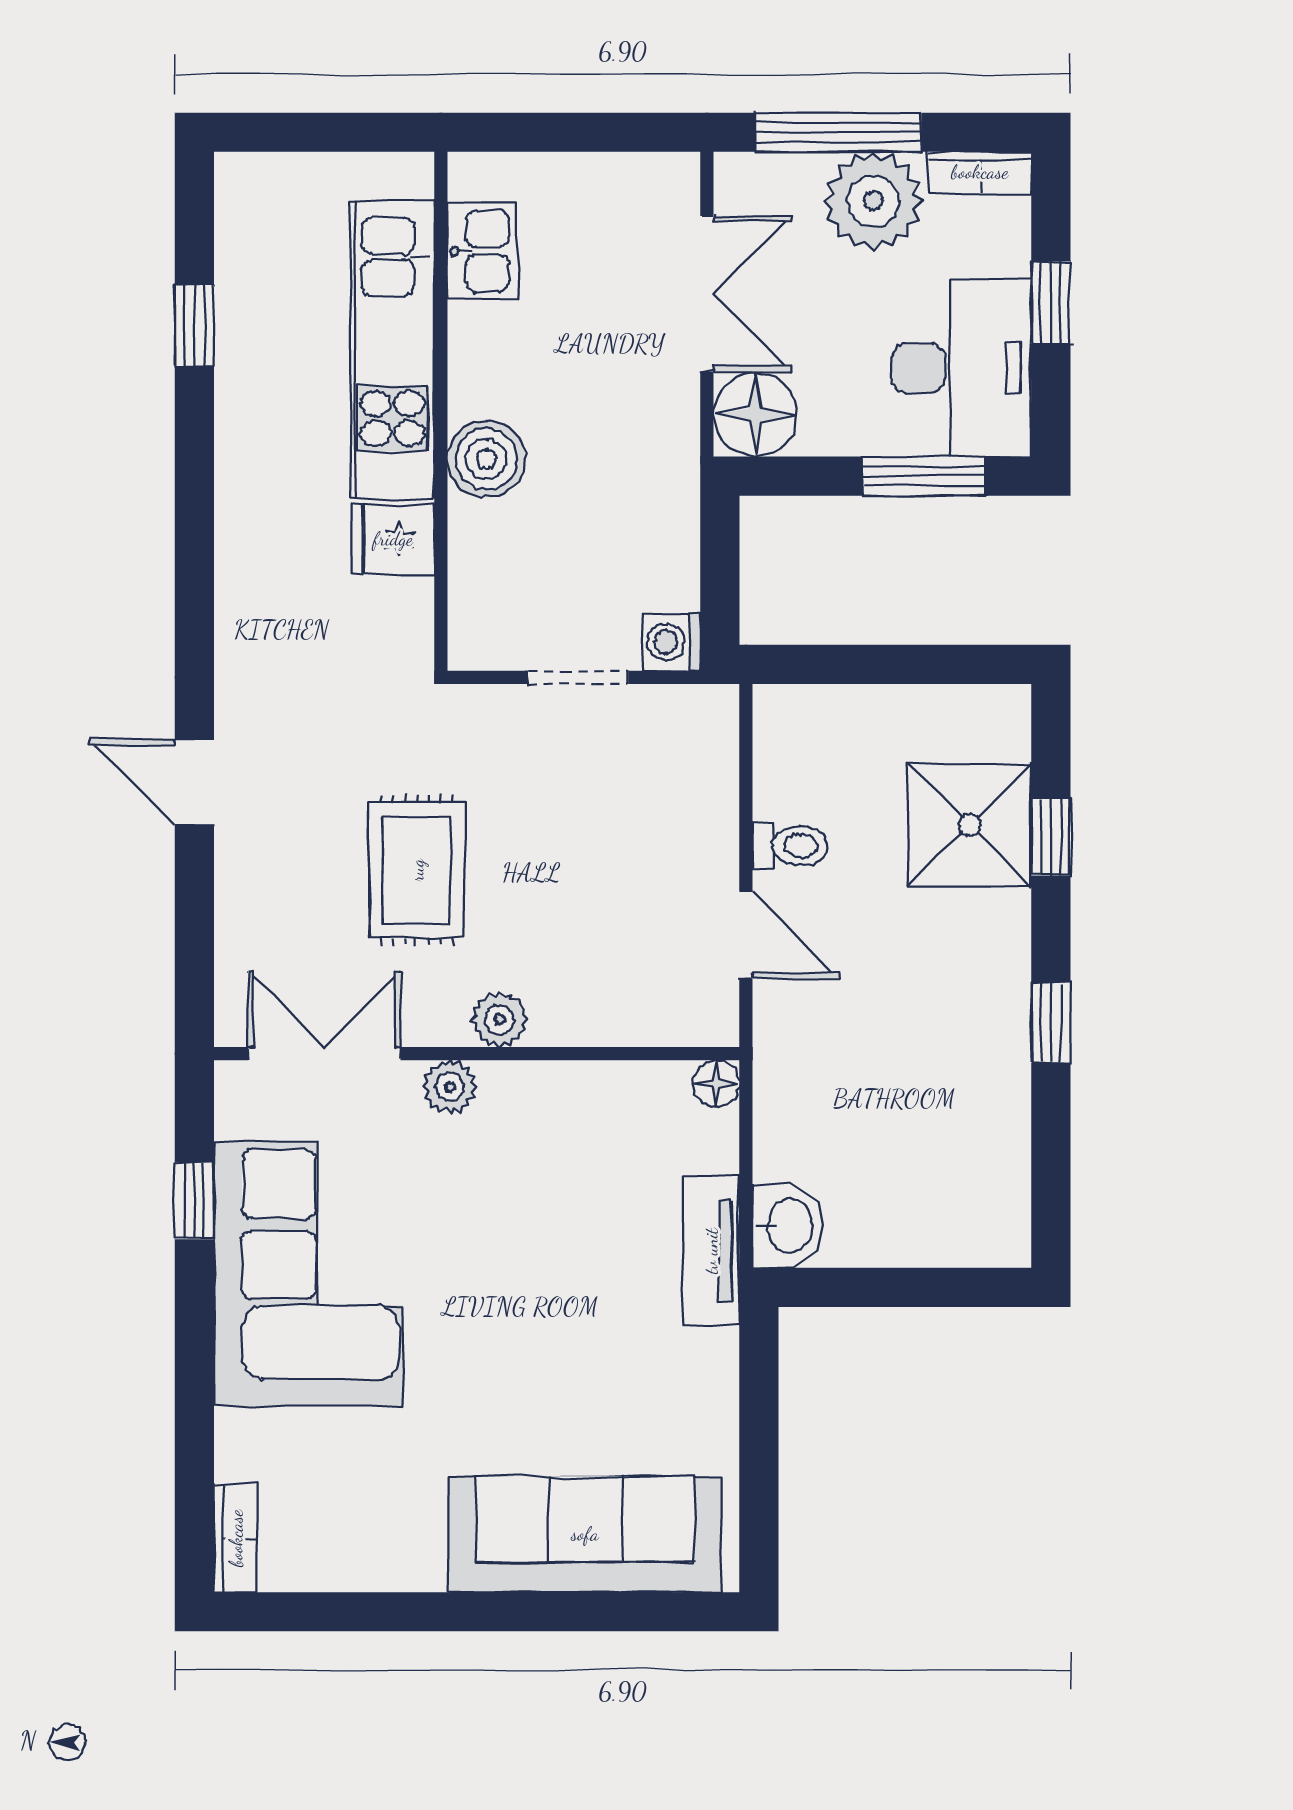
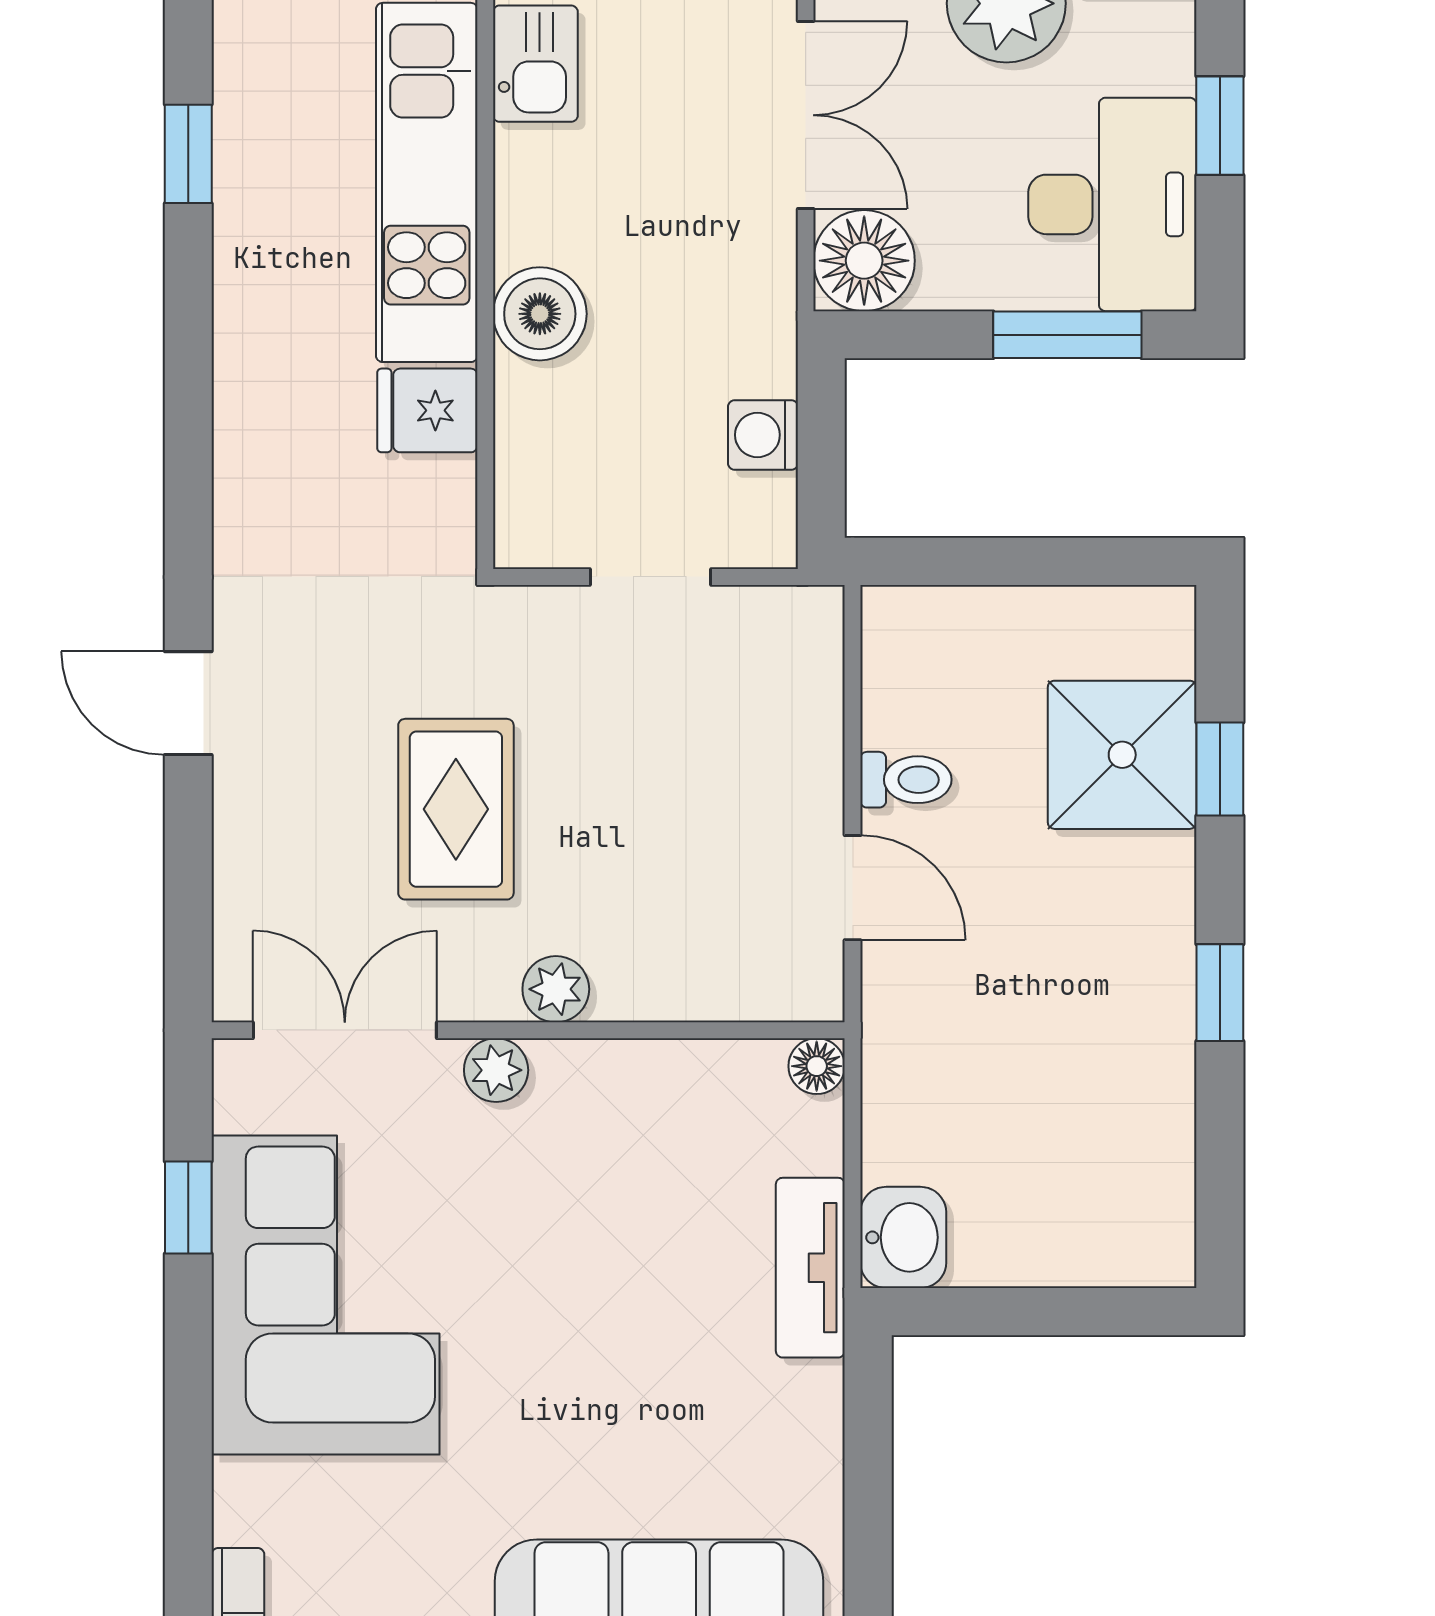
washing machine: (671, 642) -> (763, 435), moved

